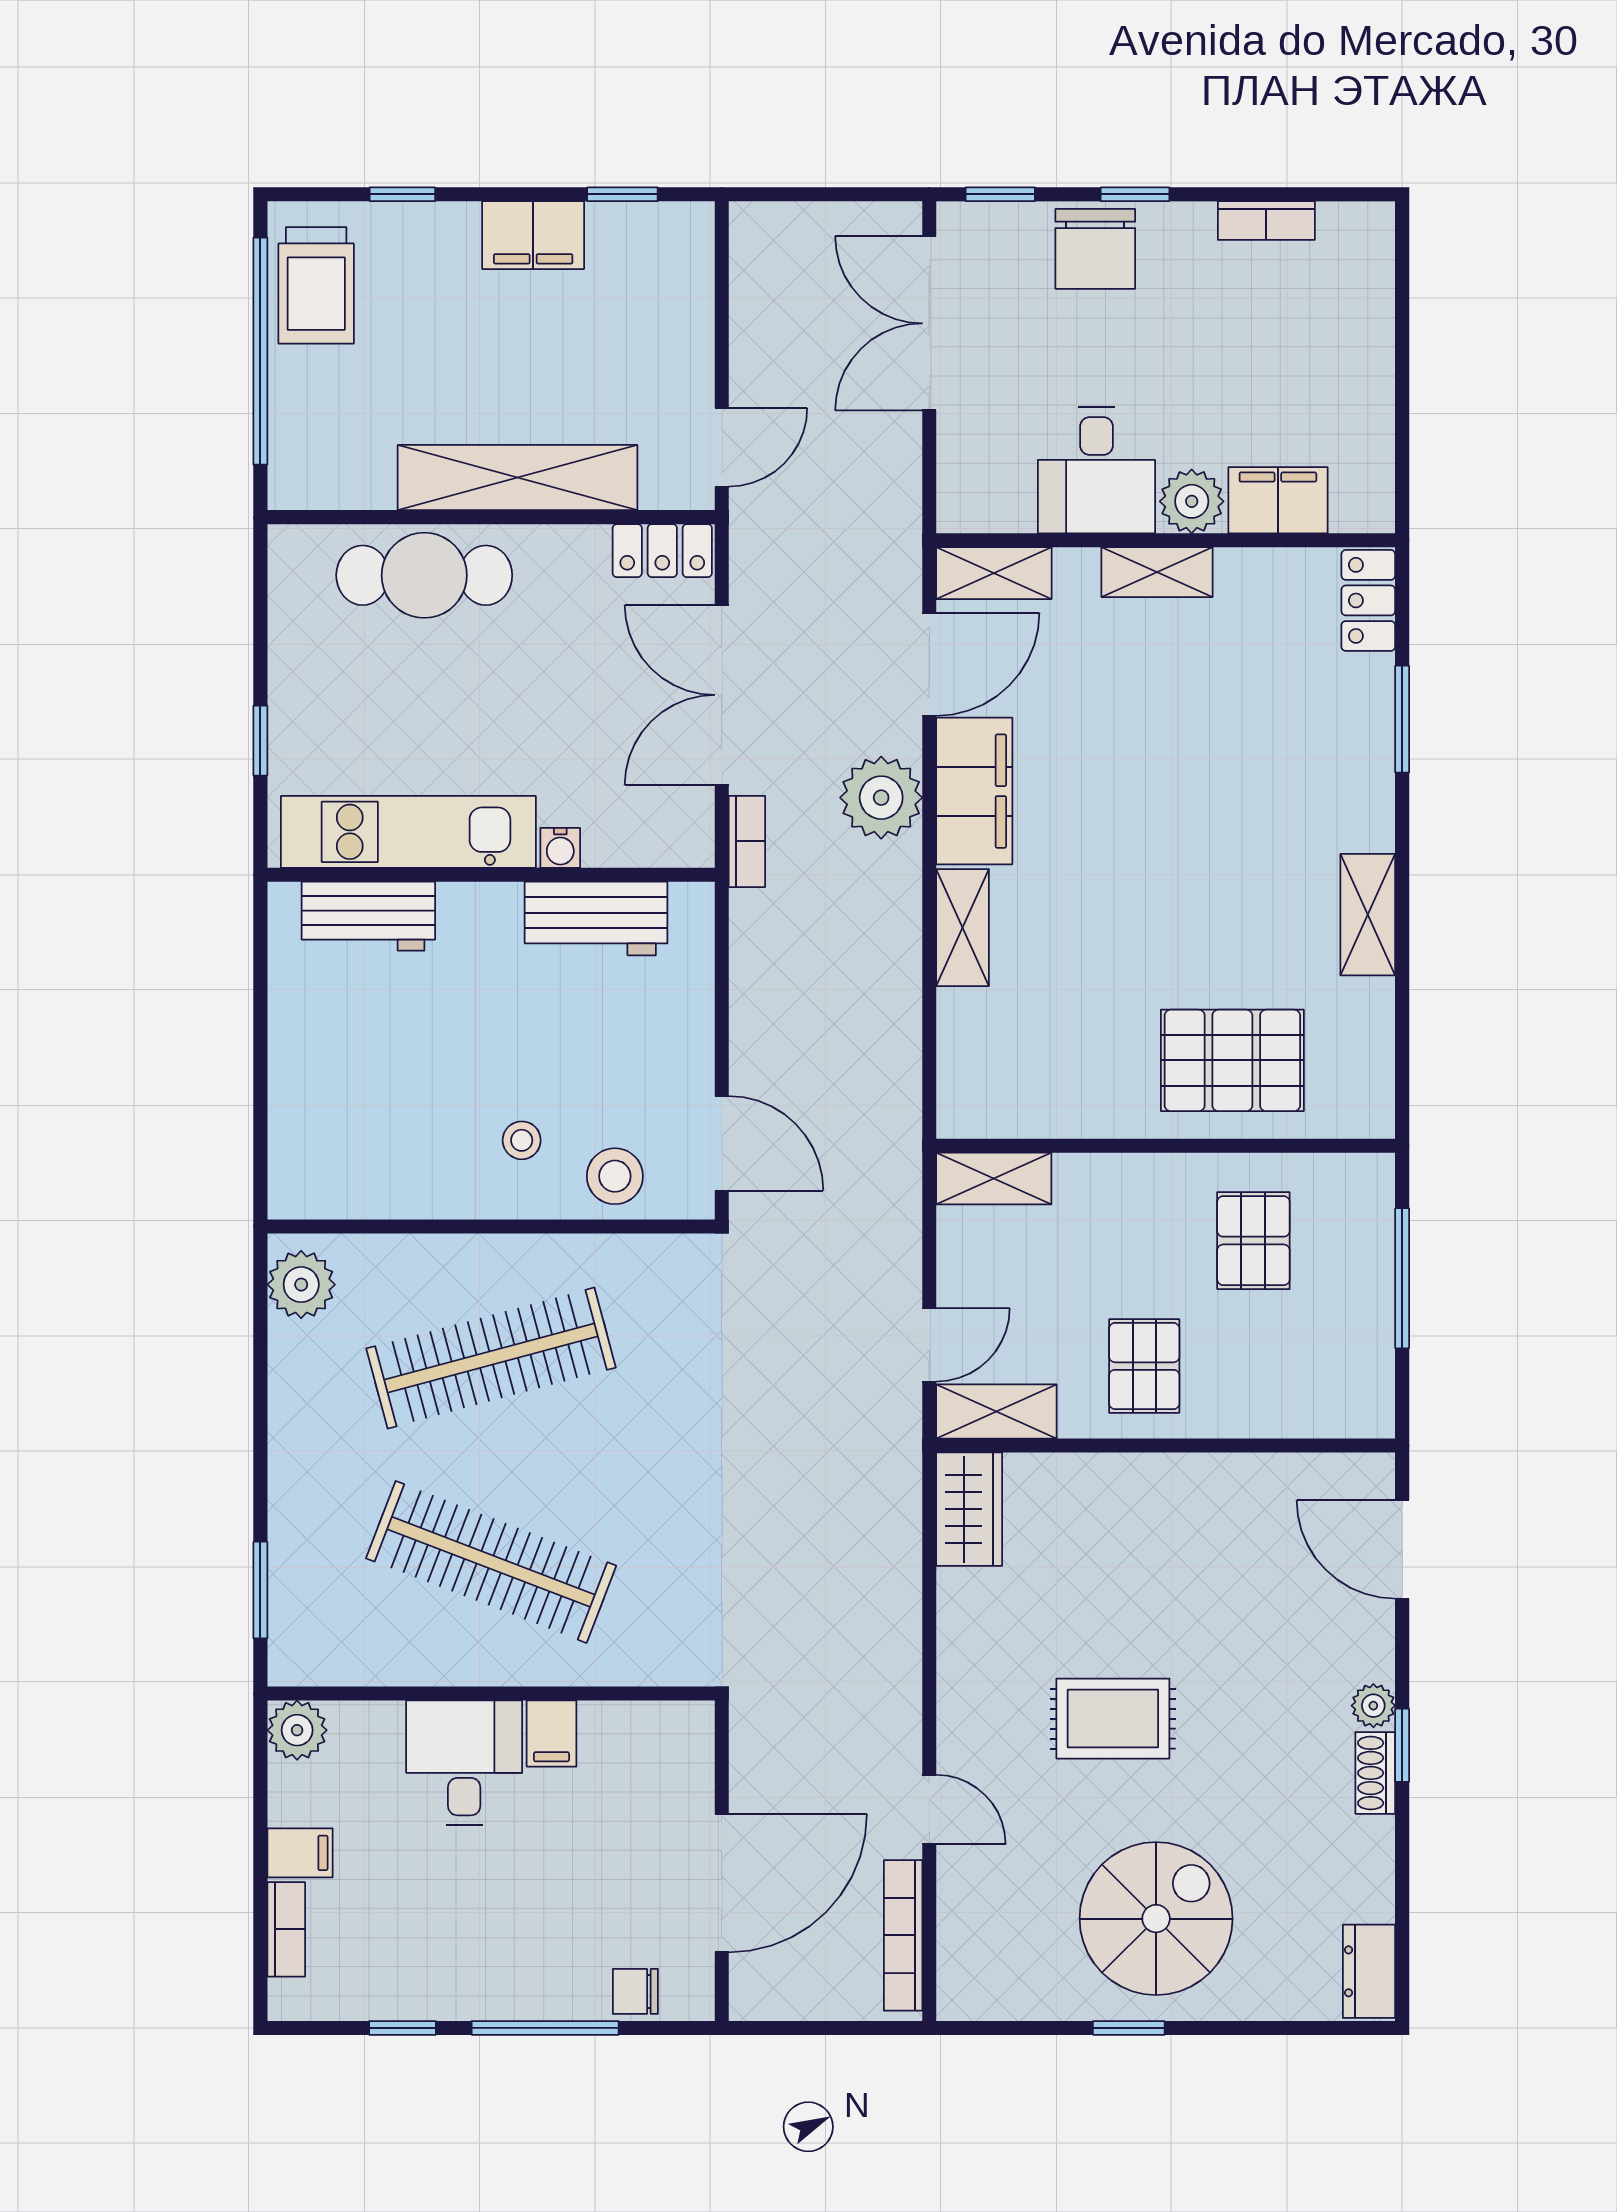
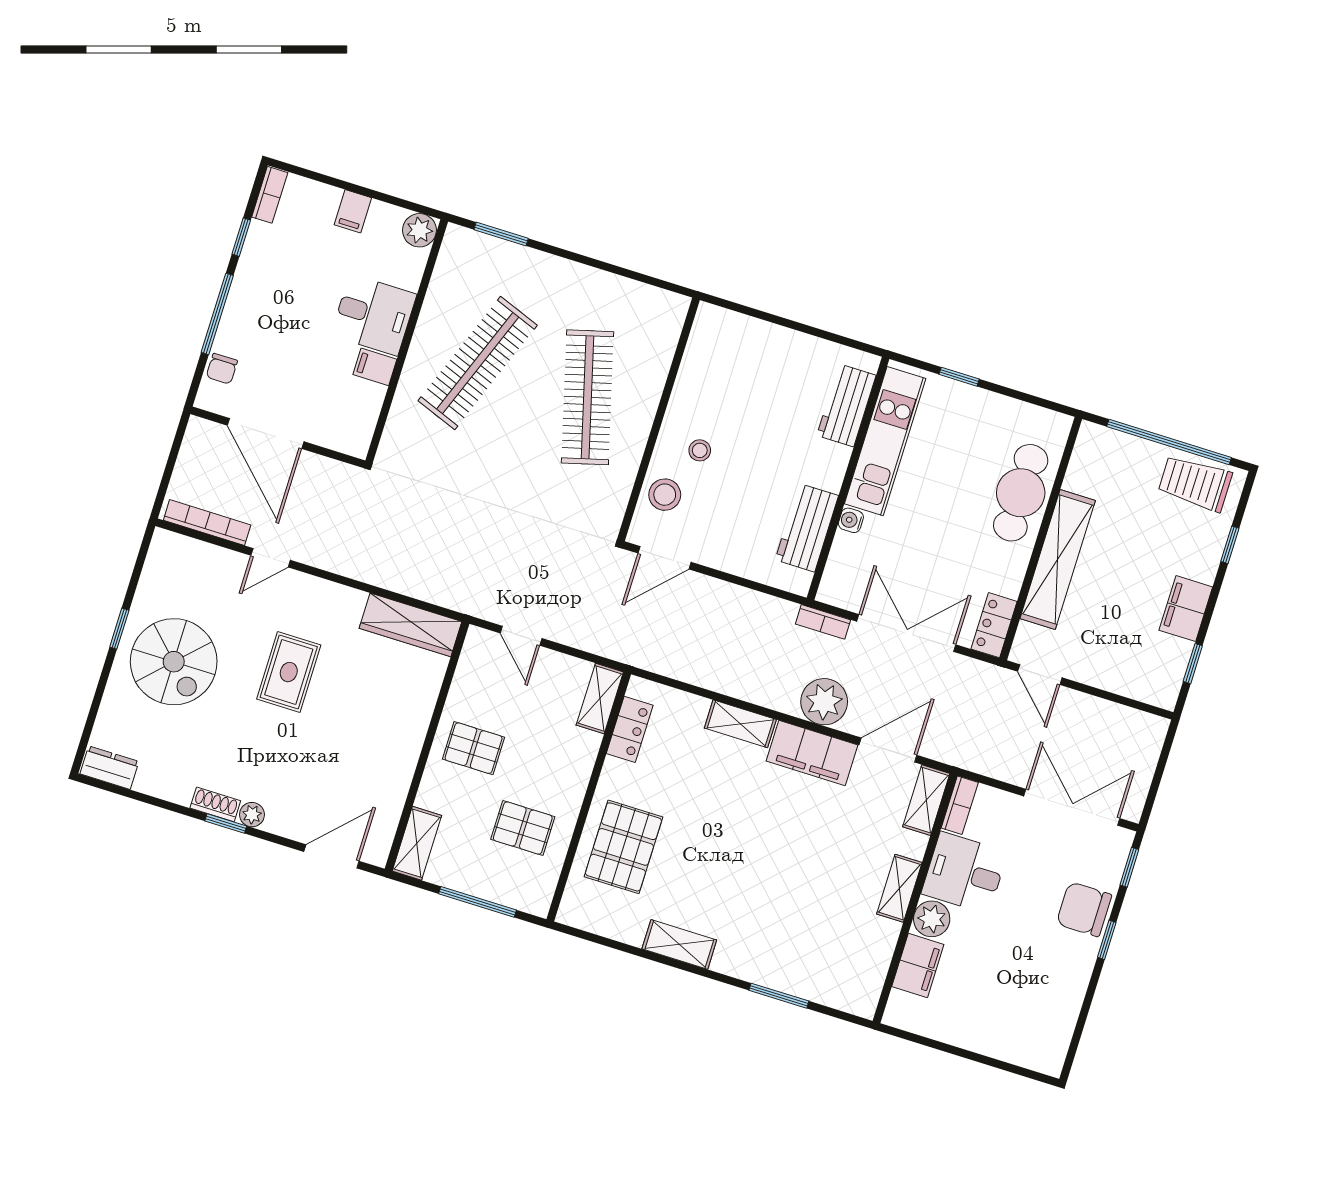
bookcase: (1266, 221) -> (960, 805), moved, turned 180
locker: (1368, 600) -> (630, 729), moved, turned 90
door: (929, 664) -> (888, 750), swing flipped
plant: (301, 1285) -> (659, 307), removed
shelving: (996, 1412) -> (417, 843), moved
wardrobe: (969, 1509) -> (410, 625), width x1.50
bookcase: (286, 1929) -> (270, 195), moved, turned -90
chair: (635, 1991) -> (222, 369), turned 180

